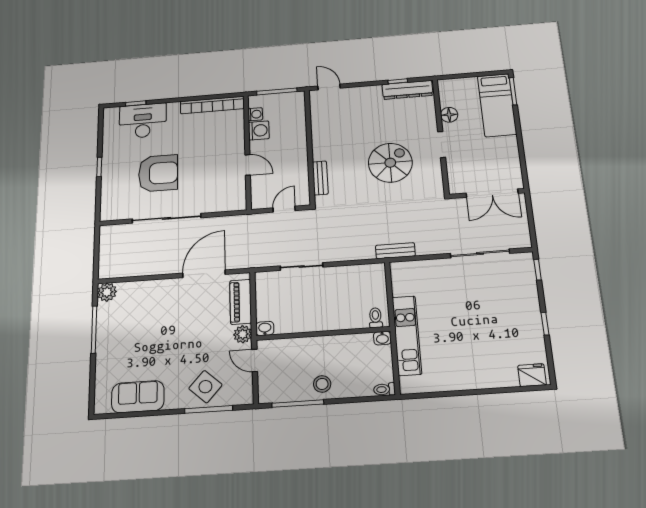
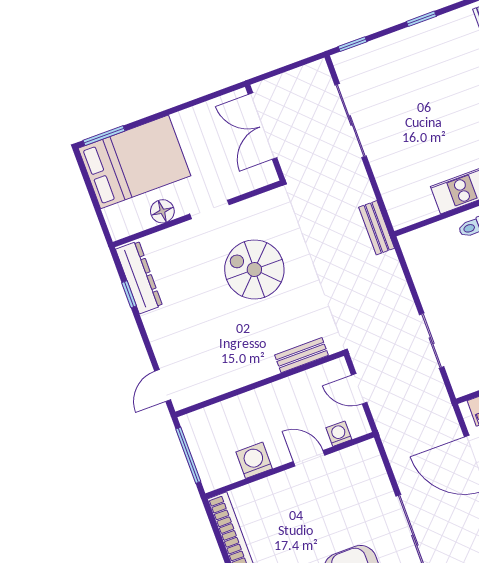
bed: (497, 105) -> (135, 162), width x1.50
washing machine: (255, 114) -> (339, 434), moved
door: (248, 165) -> (309, 458), hinge flipped
double door: (492, 193) -> (262, 126), swing flipped

